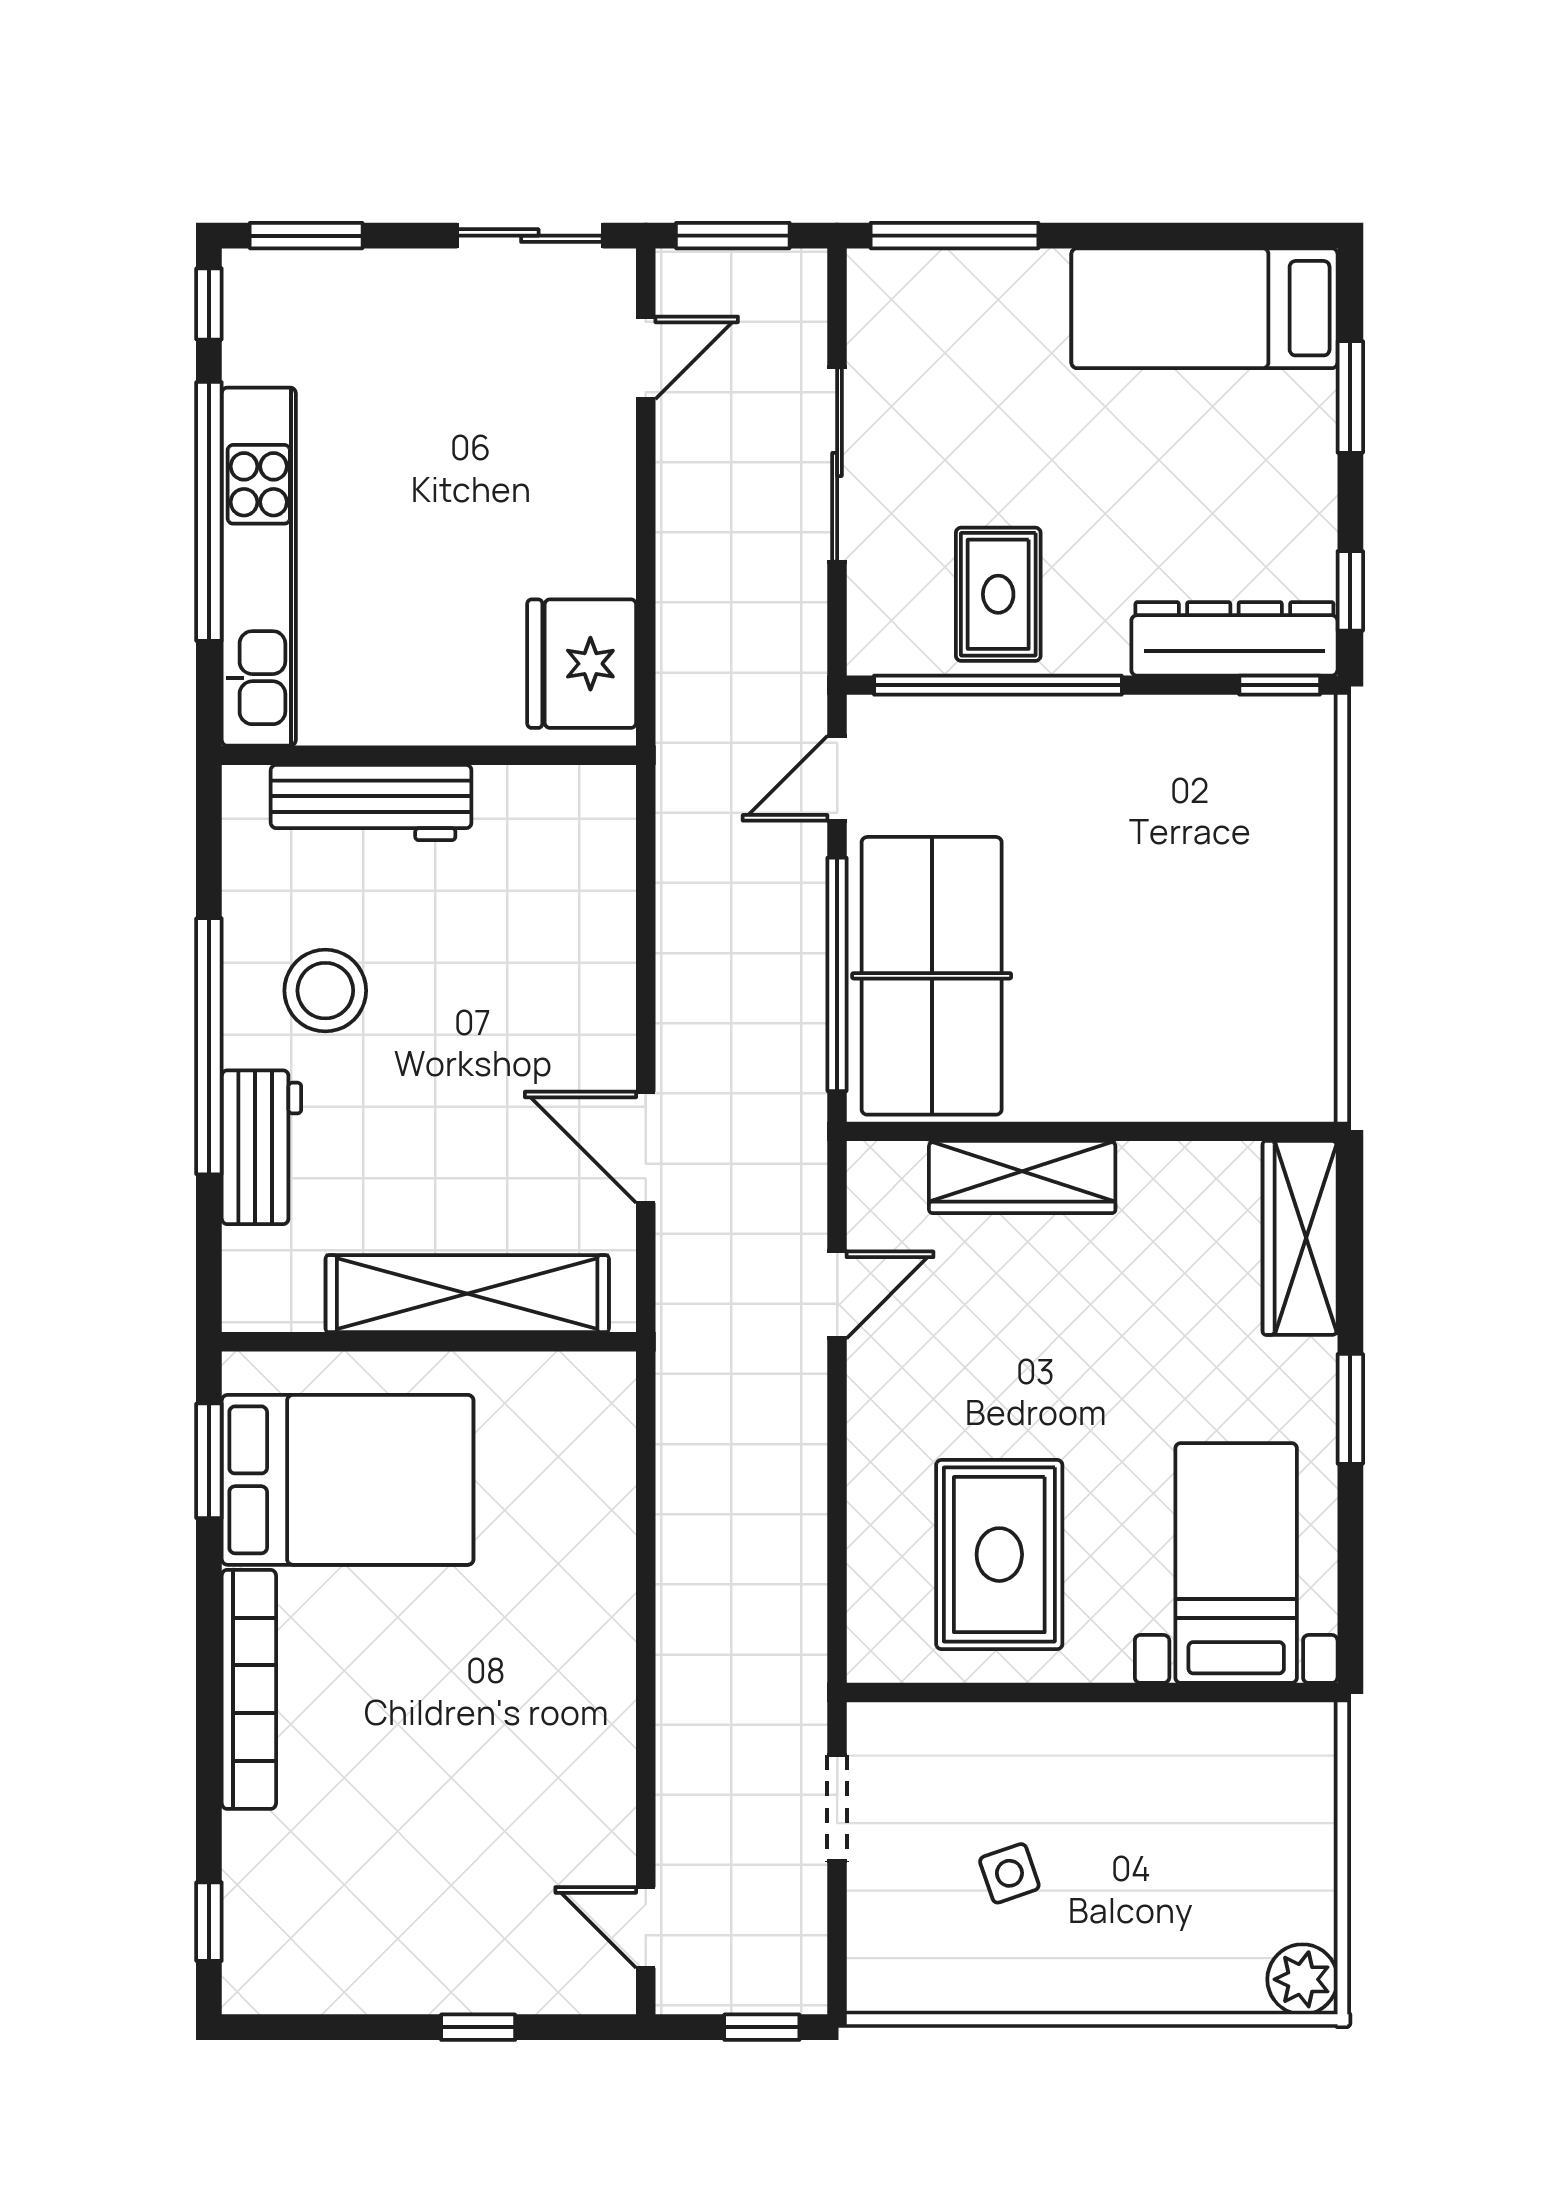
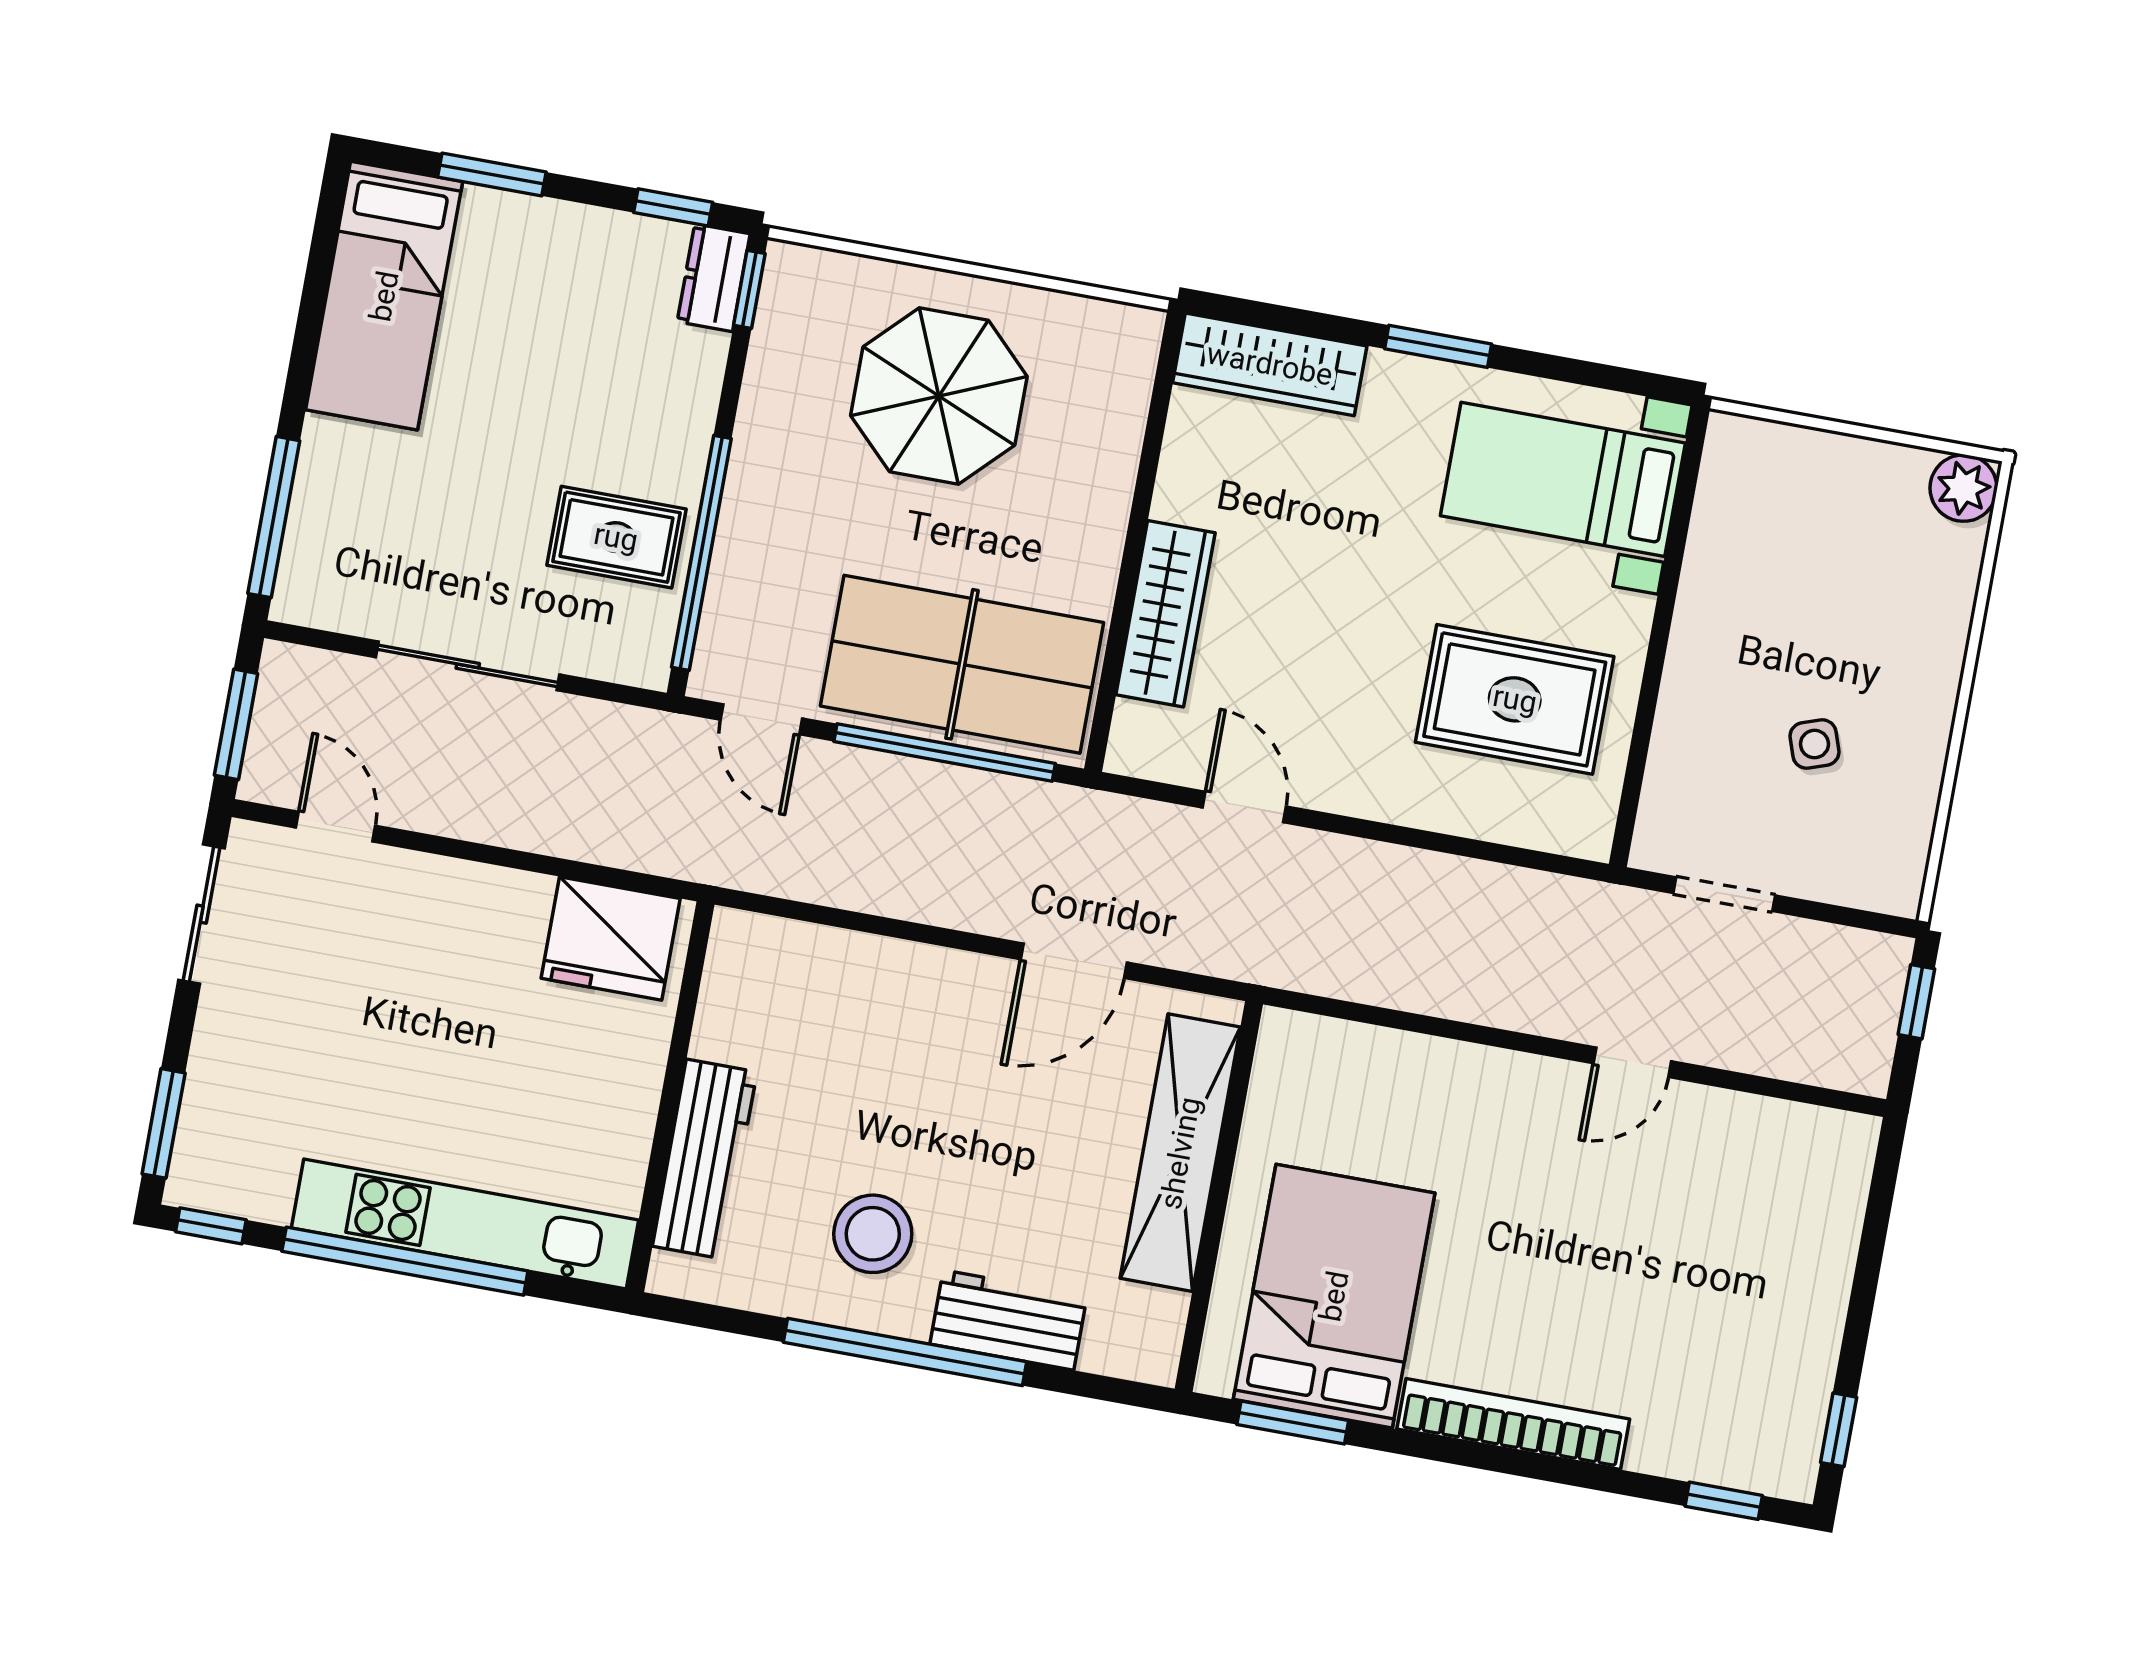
dresser: (1234, 639) -> (714, 278), width x0.51, depth x0.80
parasol: (1205, 901) -> (939, 396), added
door: (646, 1927) -> (1632, 1062), moved
window: (478, 2027) -> (1839, 1430), moved

